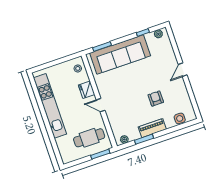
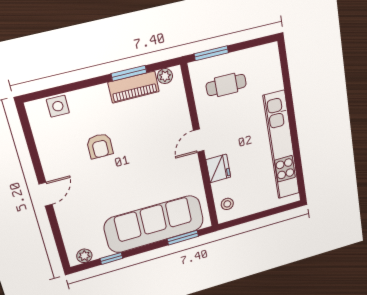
door: (101, 105) -> (199, 141), swing flipped
piano: (152, 128) -> (134, 87), moved
cafe table: (89, 138) -> (226, 85), width x0.73, depth x0.74

